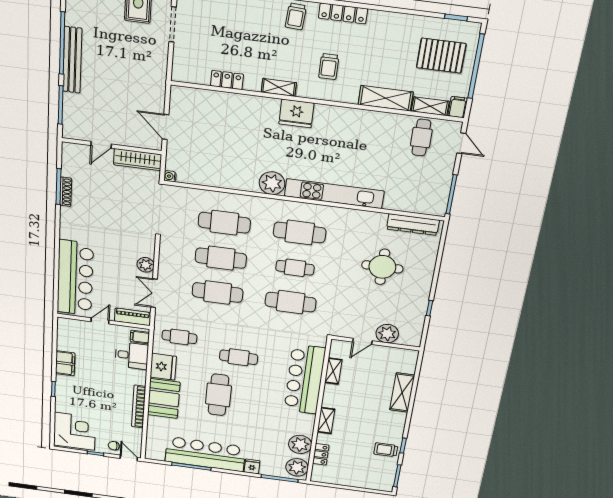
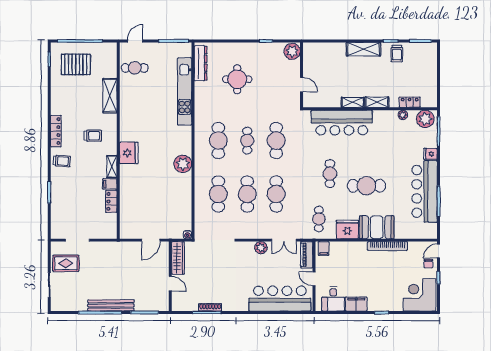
pallet: (441, 56) -> (76, 64), turned 90
shelving: (430, 106) -> (112, 66), removed
filing cabinet: (458, 107) -> (110, 184), moved
kitchen unit: (334, 194) -> (185, 91), moved
plant: (387, 334) -> (292, 51), moved
desk: (132, 356) -> (333, 299), moved, turned 180
shelving: (333, 371) -> (353, 102), moved
shelving: (402, 393) -> (363, 49), moved
plant: (300, 444) -> (403, 115), width x0.53, depth x0.53

